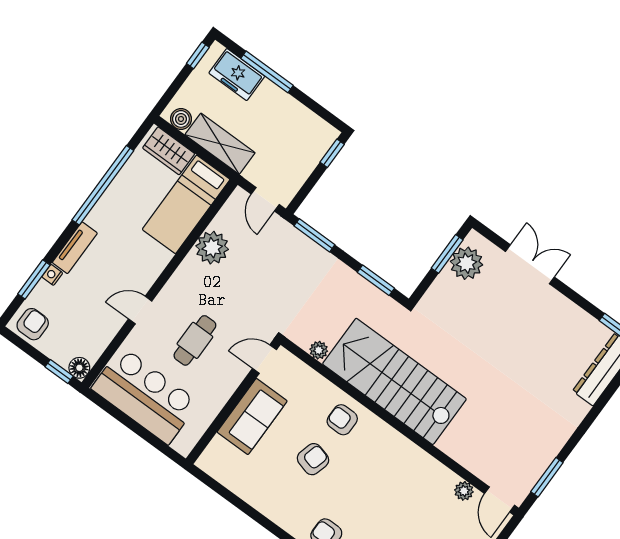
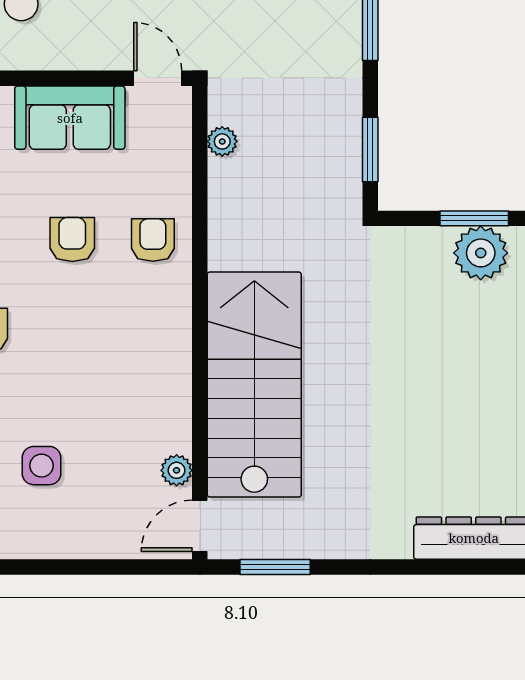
stairs: (394, 381) -> (254, 385), moved
armchair: (313, 459) -> (72, 240), turned -105

